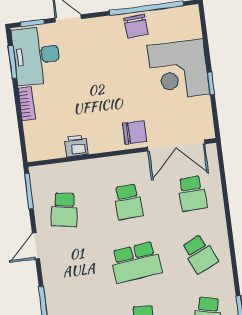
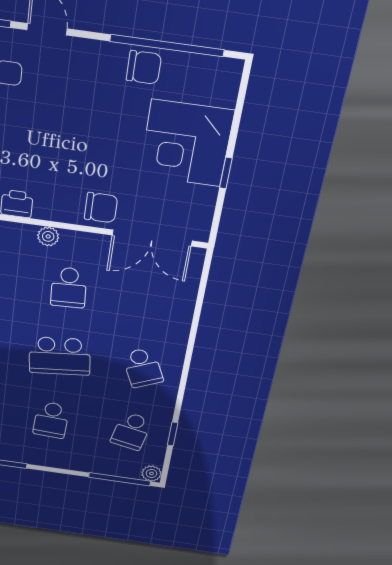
chair: (136, 26) -> (144, 67), turned -86
plant: (104, 165) -> (48, 236), added
school desk: (192, 194) -> (155, 300), removed

